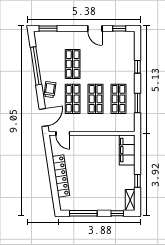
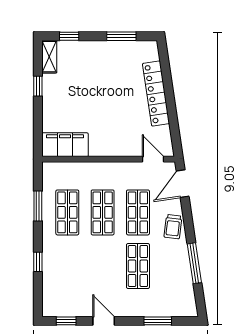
window: (48, 28) -> (158, 321), moved
window: (36, 66) -> (194, 263), width x0.68
filing cabinet: (127, 150) -> (65, 145), moved, turned -90
window: (83, 213) -> (121, 36), width x0.69

